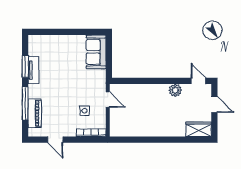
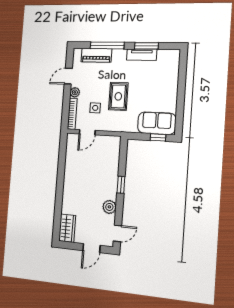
window: (109, 50) -> (158, 137), added
window: (154, 81) -> (121, 185), added
rug: (73, 89) -> (118, 96), added
door: (108, 100) -> (87, 132), moved
plant: (71, 132) -> (75, 92), added

